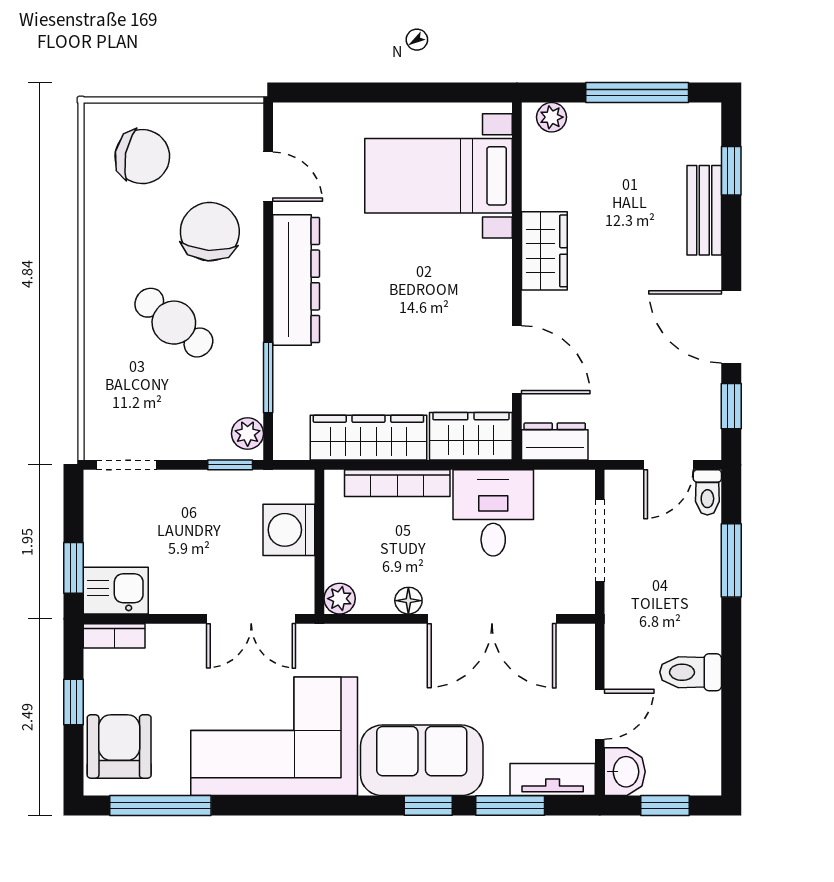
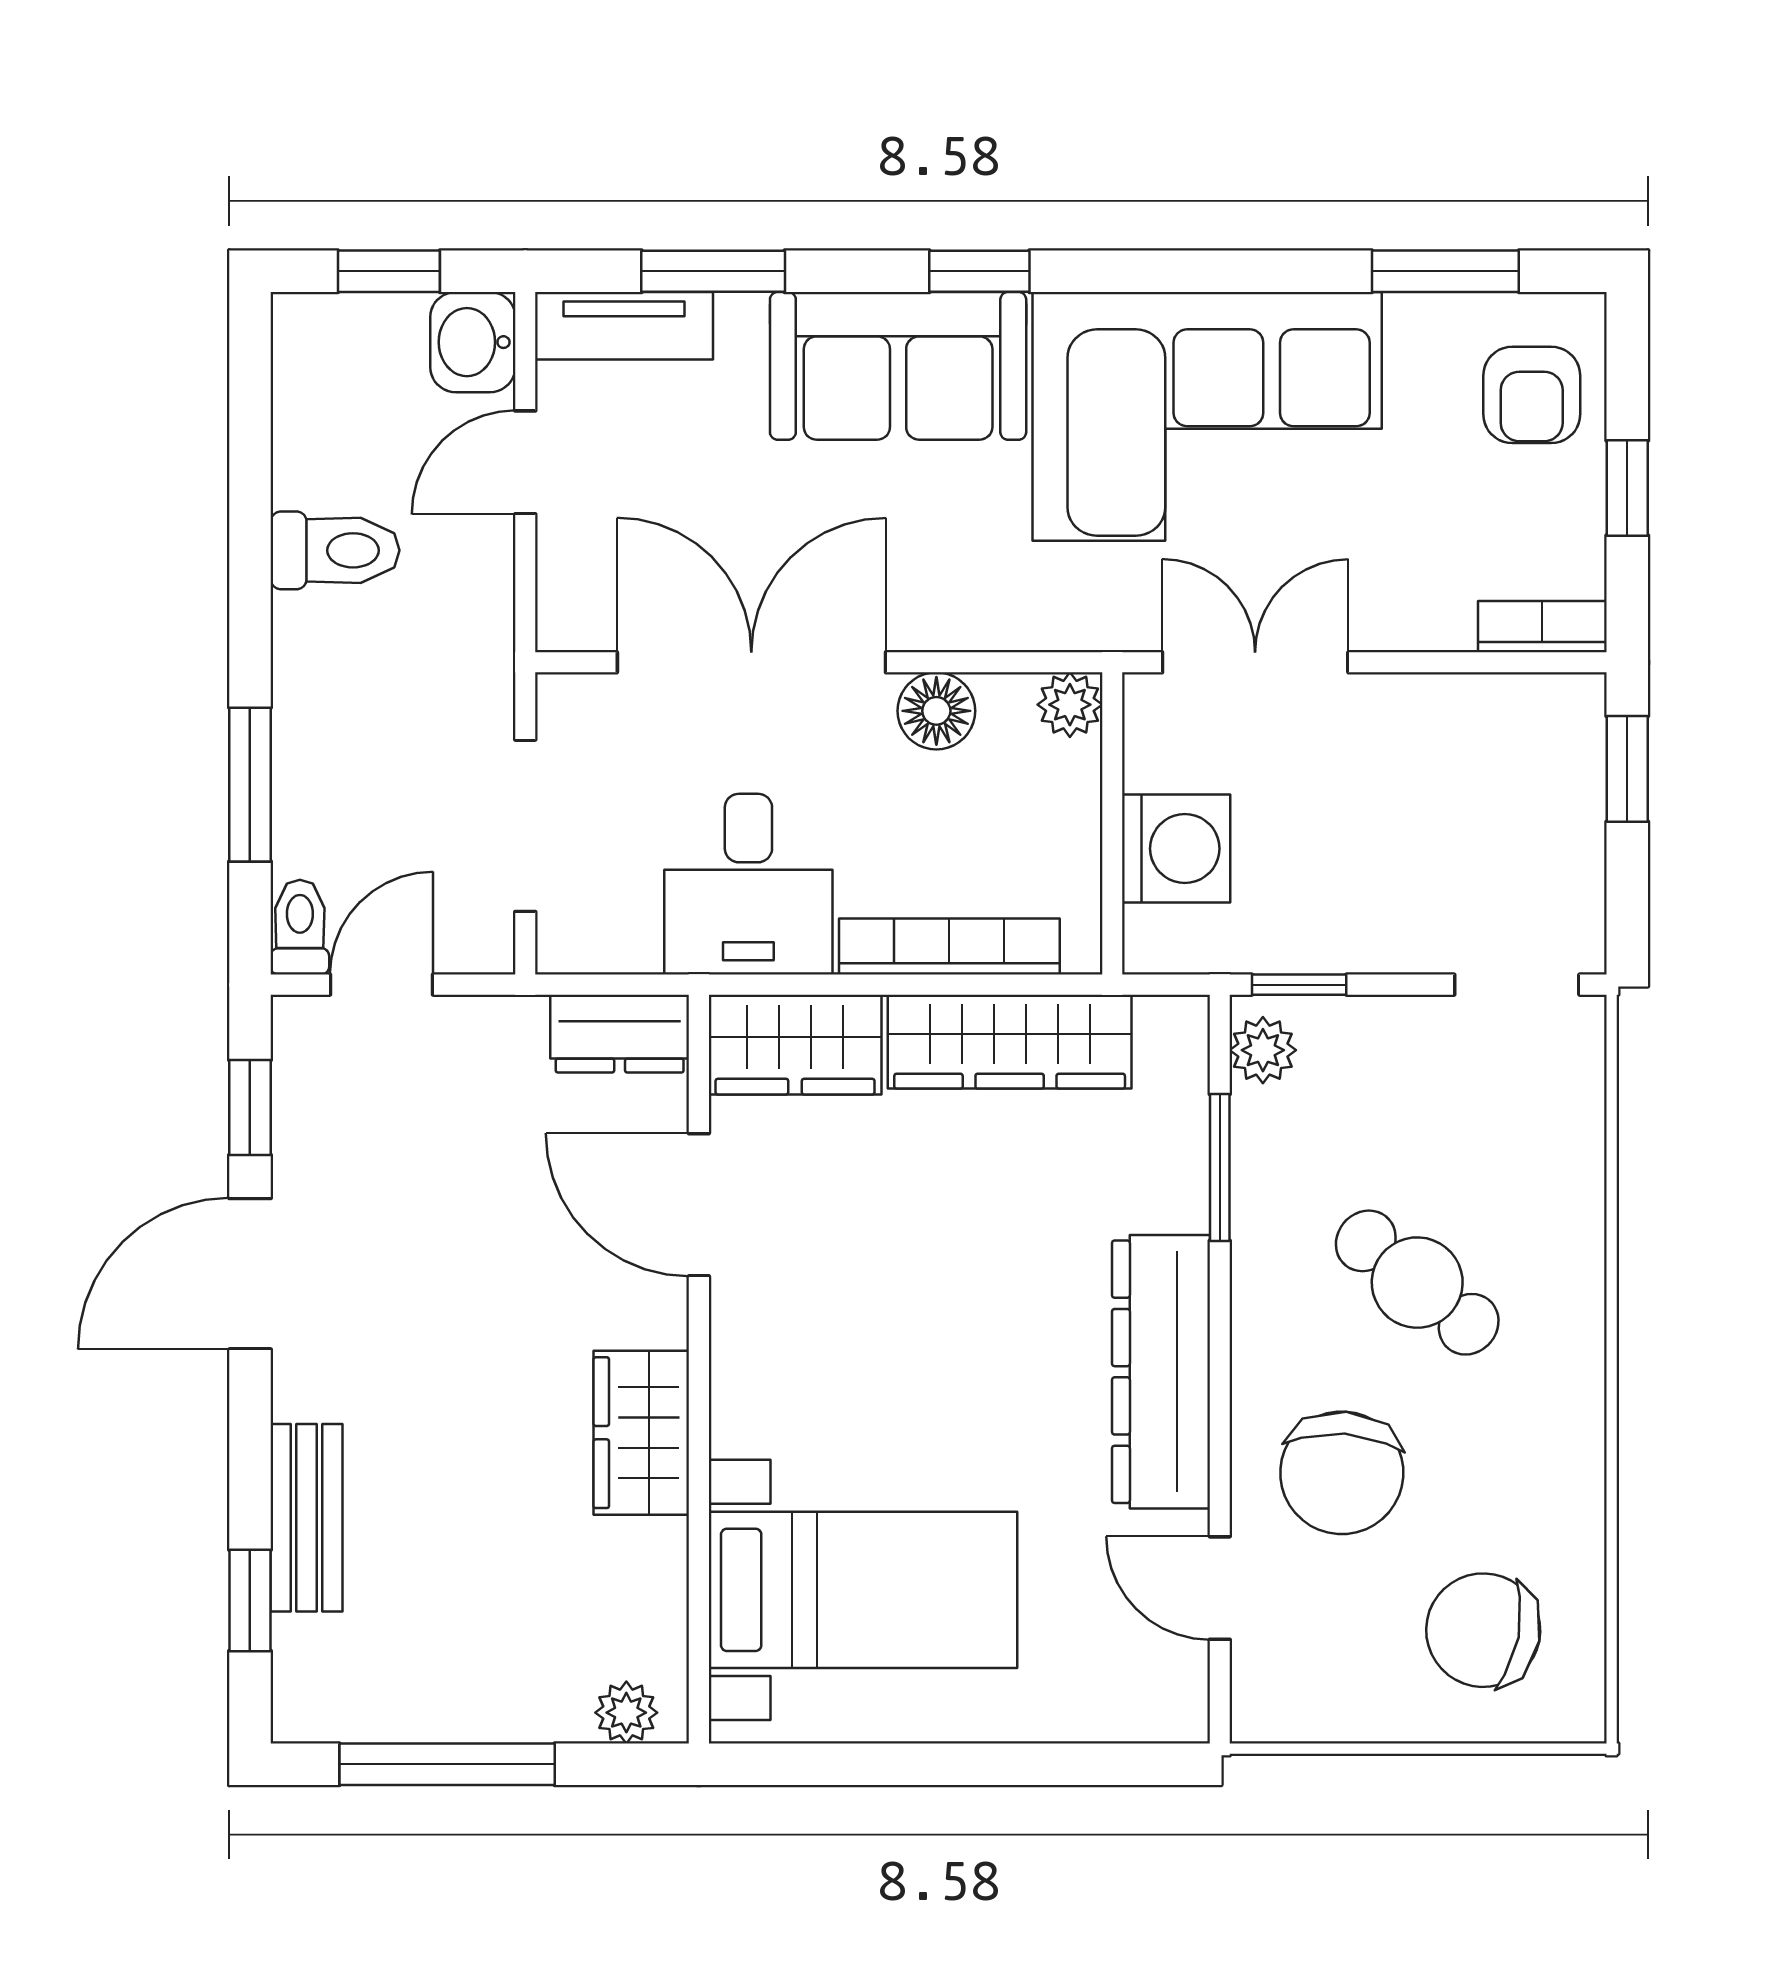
door: (731, 327) -> (250, 1274), swing flipped
kitchen sink: (116, 591) -> (1539, 721), removed
floor lamp: (408, 601) -> (936, 711), width x1.37, depth x1.37
armchair: (119, 746) -> (1532, 395), width x0.72, depth x0.72
window: (160, 806) -> (1445, 271), width x0.69
window: (428, 806) -> (979, 271), moved

